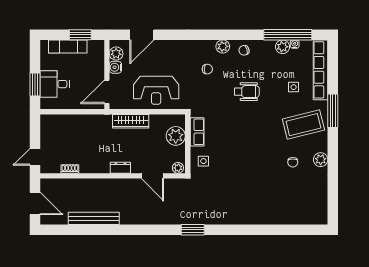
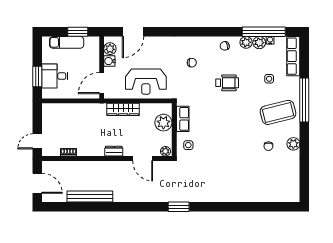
plant: (223, 46) -> (246, 42), moved
row of seats: (321, 70) -> (293, 56), width x0.73
window: (333, 111) -> (304, 100), width x1.46

